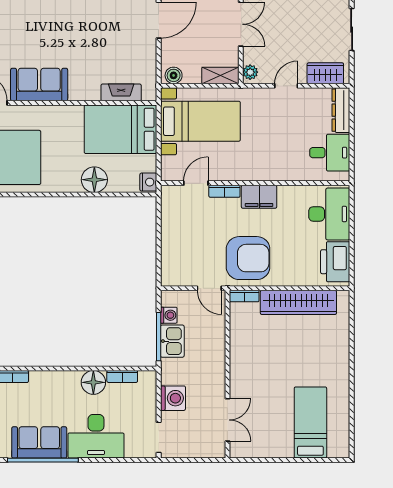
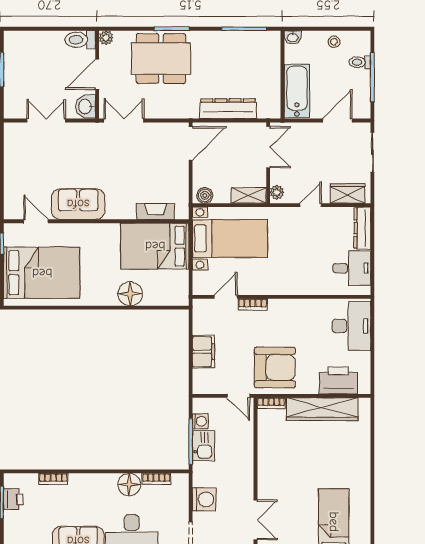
nightstand: (148, 182) -> (181, 296), removed
filing cabinet: (259, 197) -> (204, 352), moved, turned -90
printer: (335, 262) -> (338, 380), moved, turned 90

